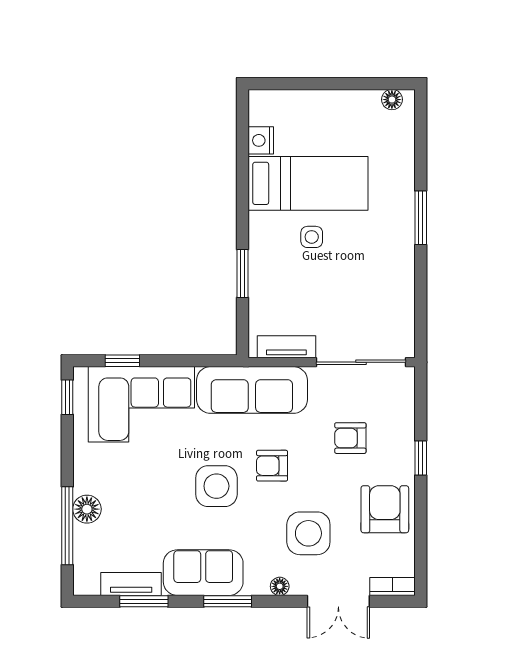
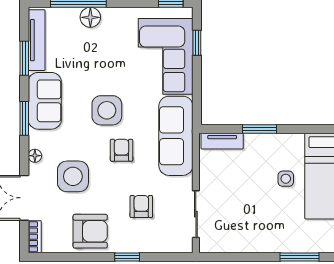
tv unit: (286, 347) -> (222, 141), moved, turned 90
sliding door: (361, 362) -> (196, 214), width x0.73
tv unit: (131, 584) -> (37, 40), width x1.41

